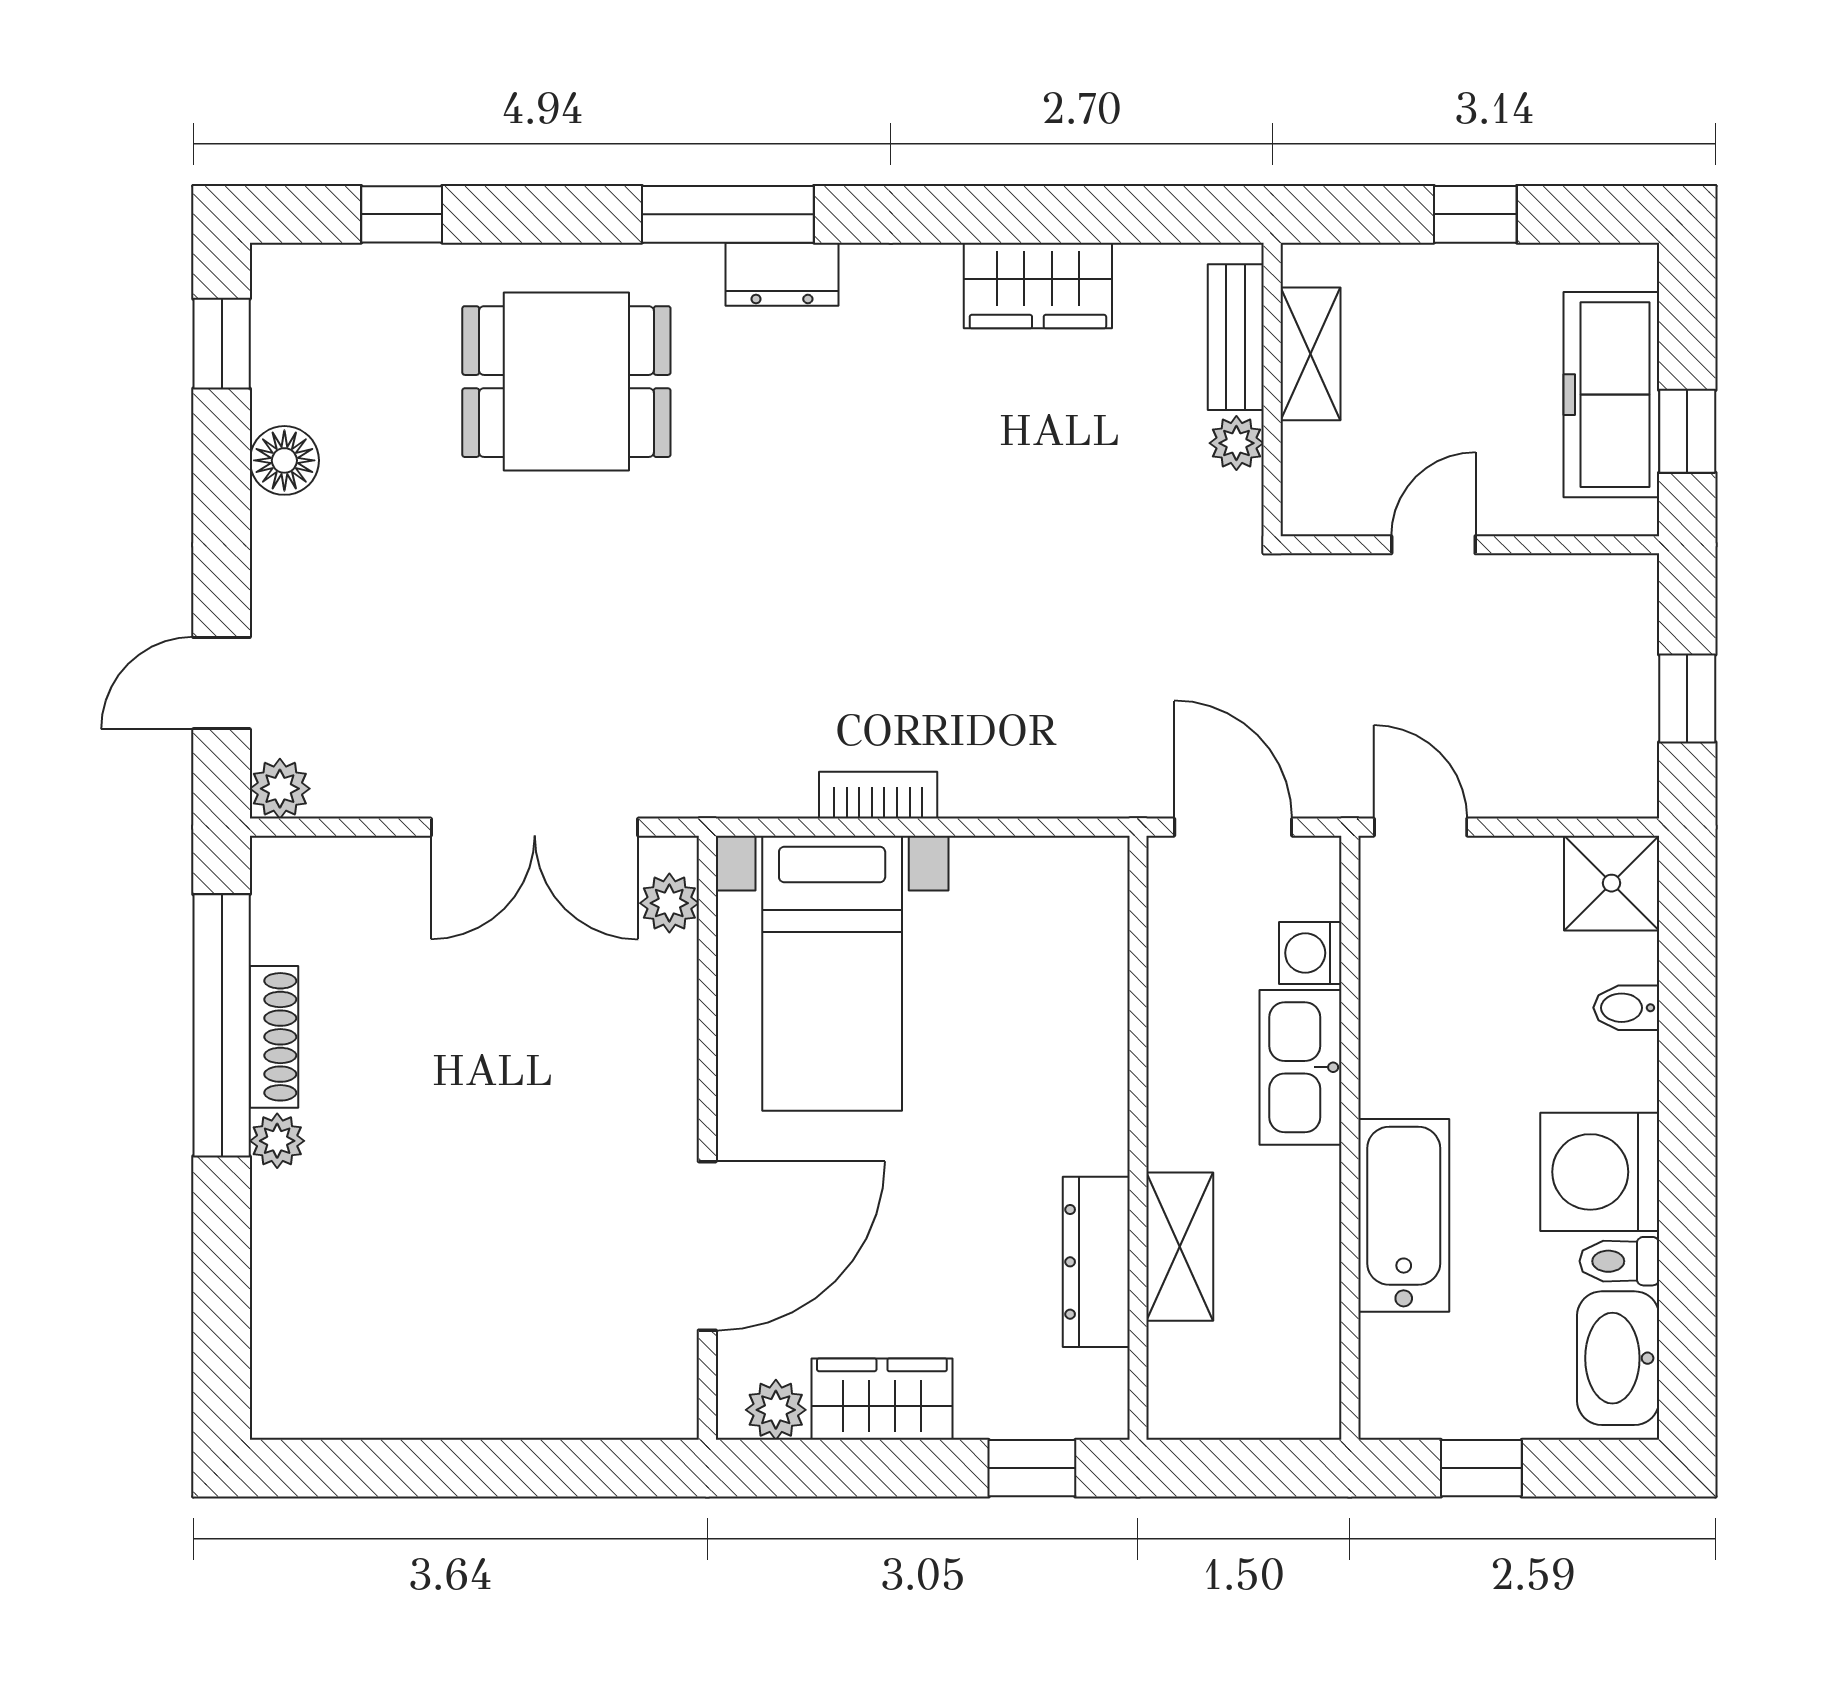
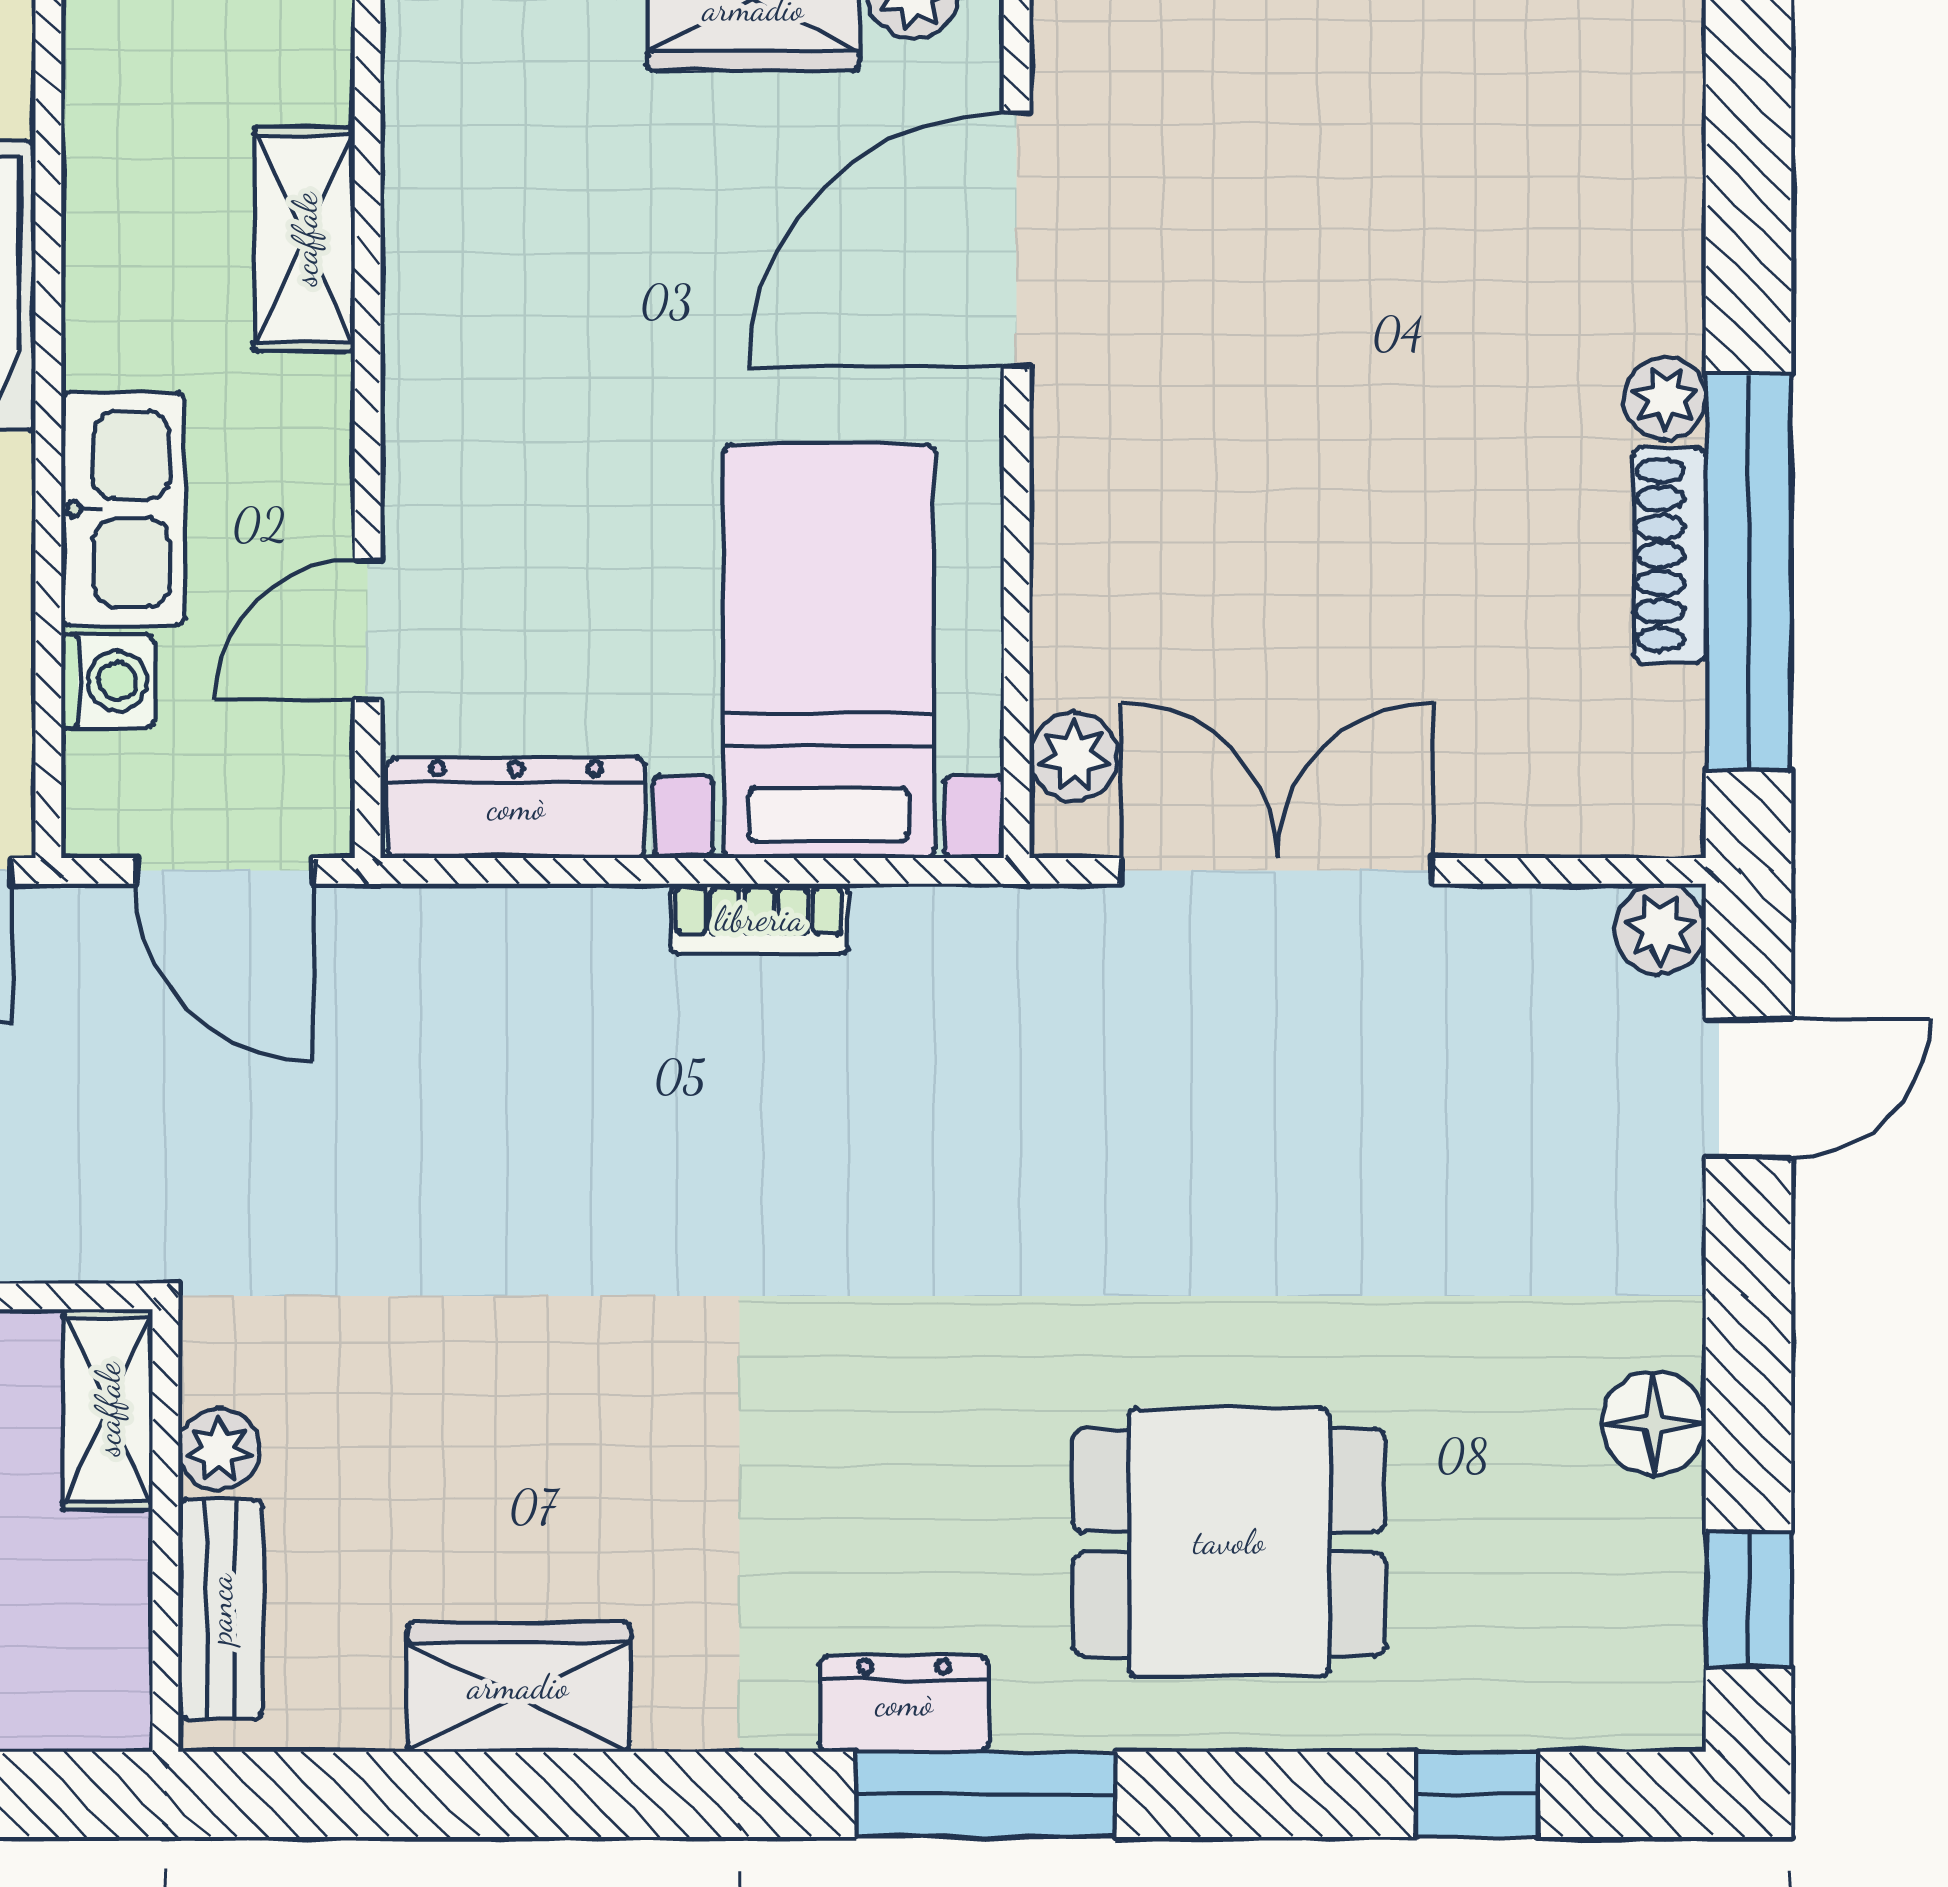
shelving: (1311, 354) -> (108, 1409), moved
door: (1138, 987) -> (368, 630), added
dresser: (1096, 1262) -> (516, 808), moved, turned -90

